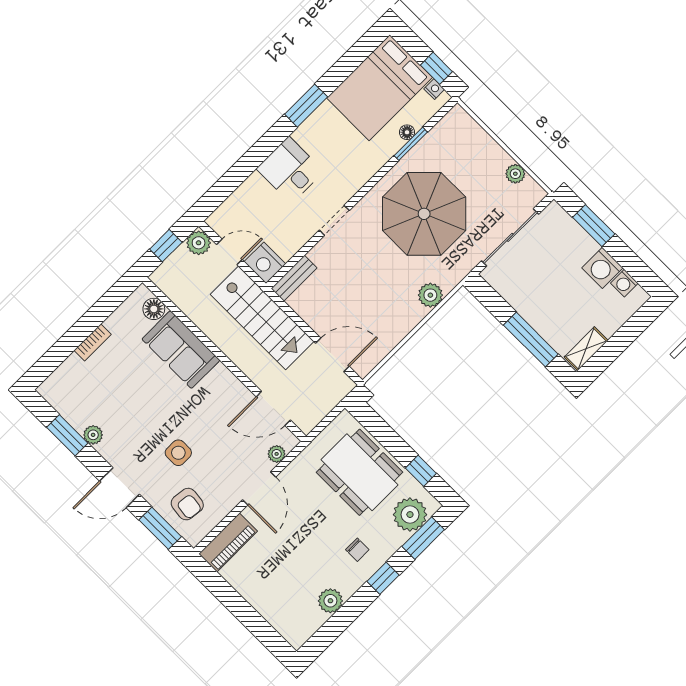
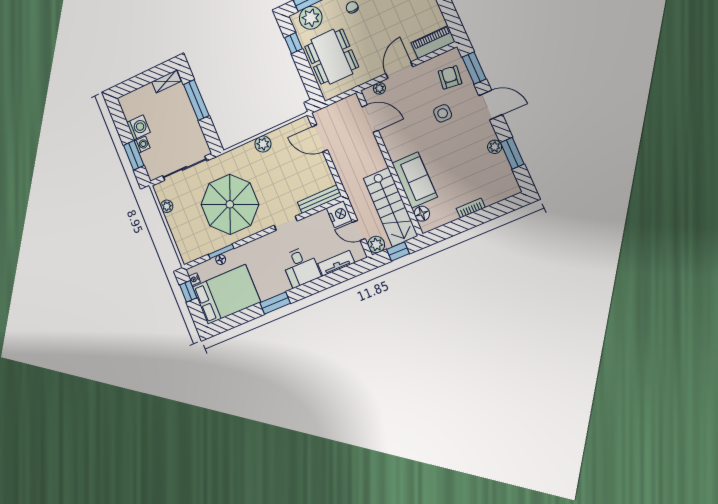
tv unit: (243, 195) -> (336, 263), added
bench: (294, 278) -> (319, 199), width x1.36
washing machine: (624, 283) -> (142, 145), moved
plant: (430, 295) -> (263, 144), moved
stairs: (262, 318) -> (391, 207), moved, turned 180

